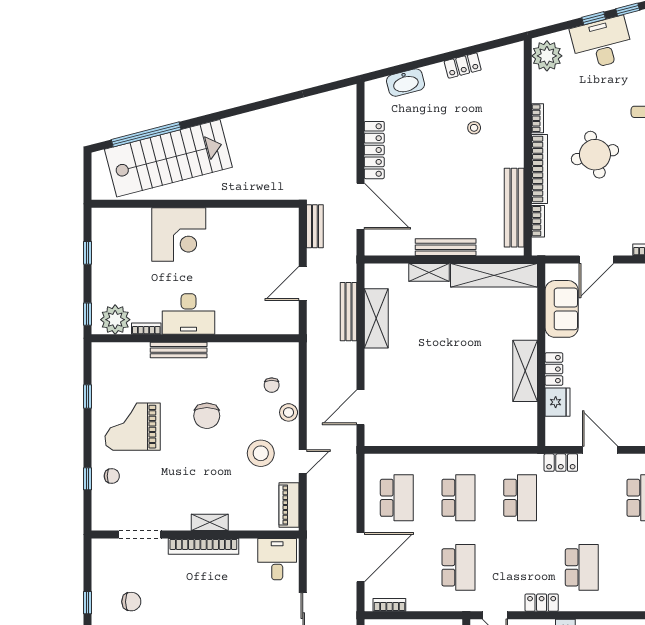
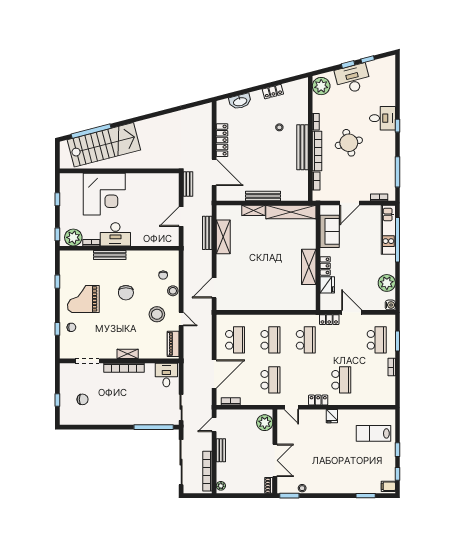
bench: (514, 208) -> (302, 147), moved
corner desk: (179, 234) -> (104, 194), width x1.36, depth x1.36
door: (303, 462) -> (181, 319), hinge flipped

